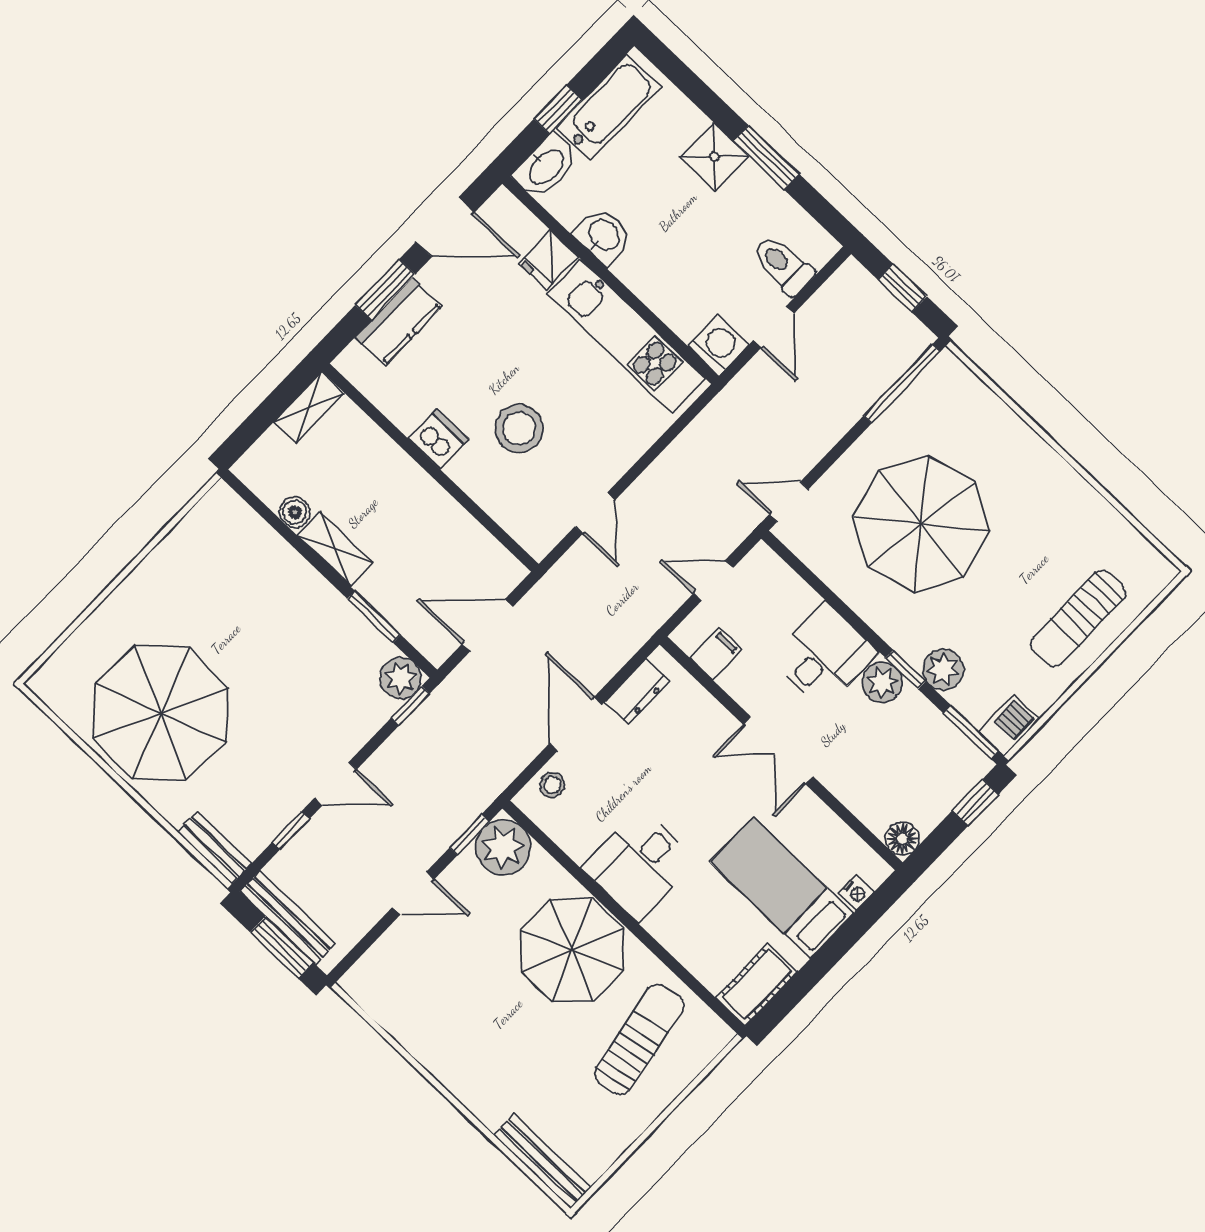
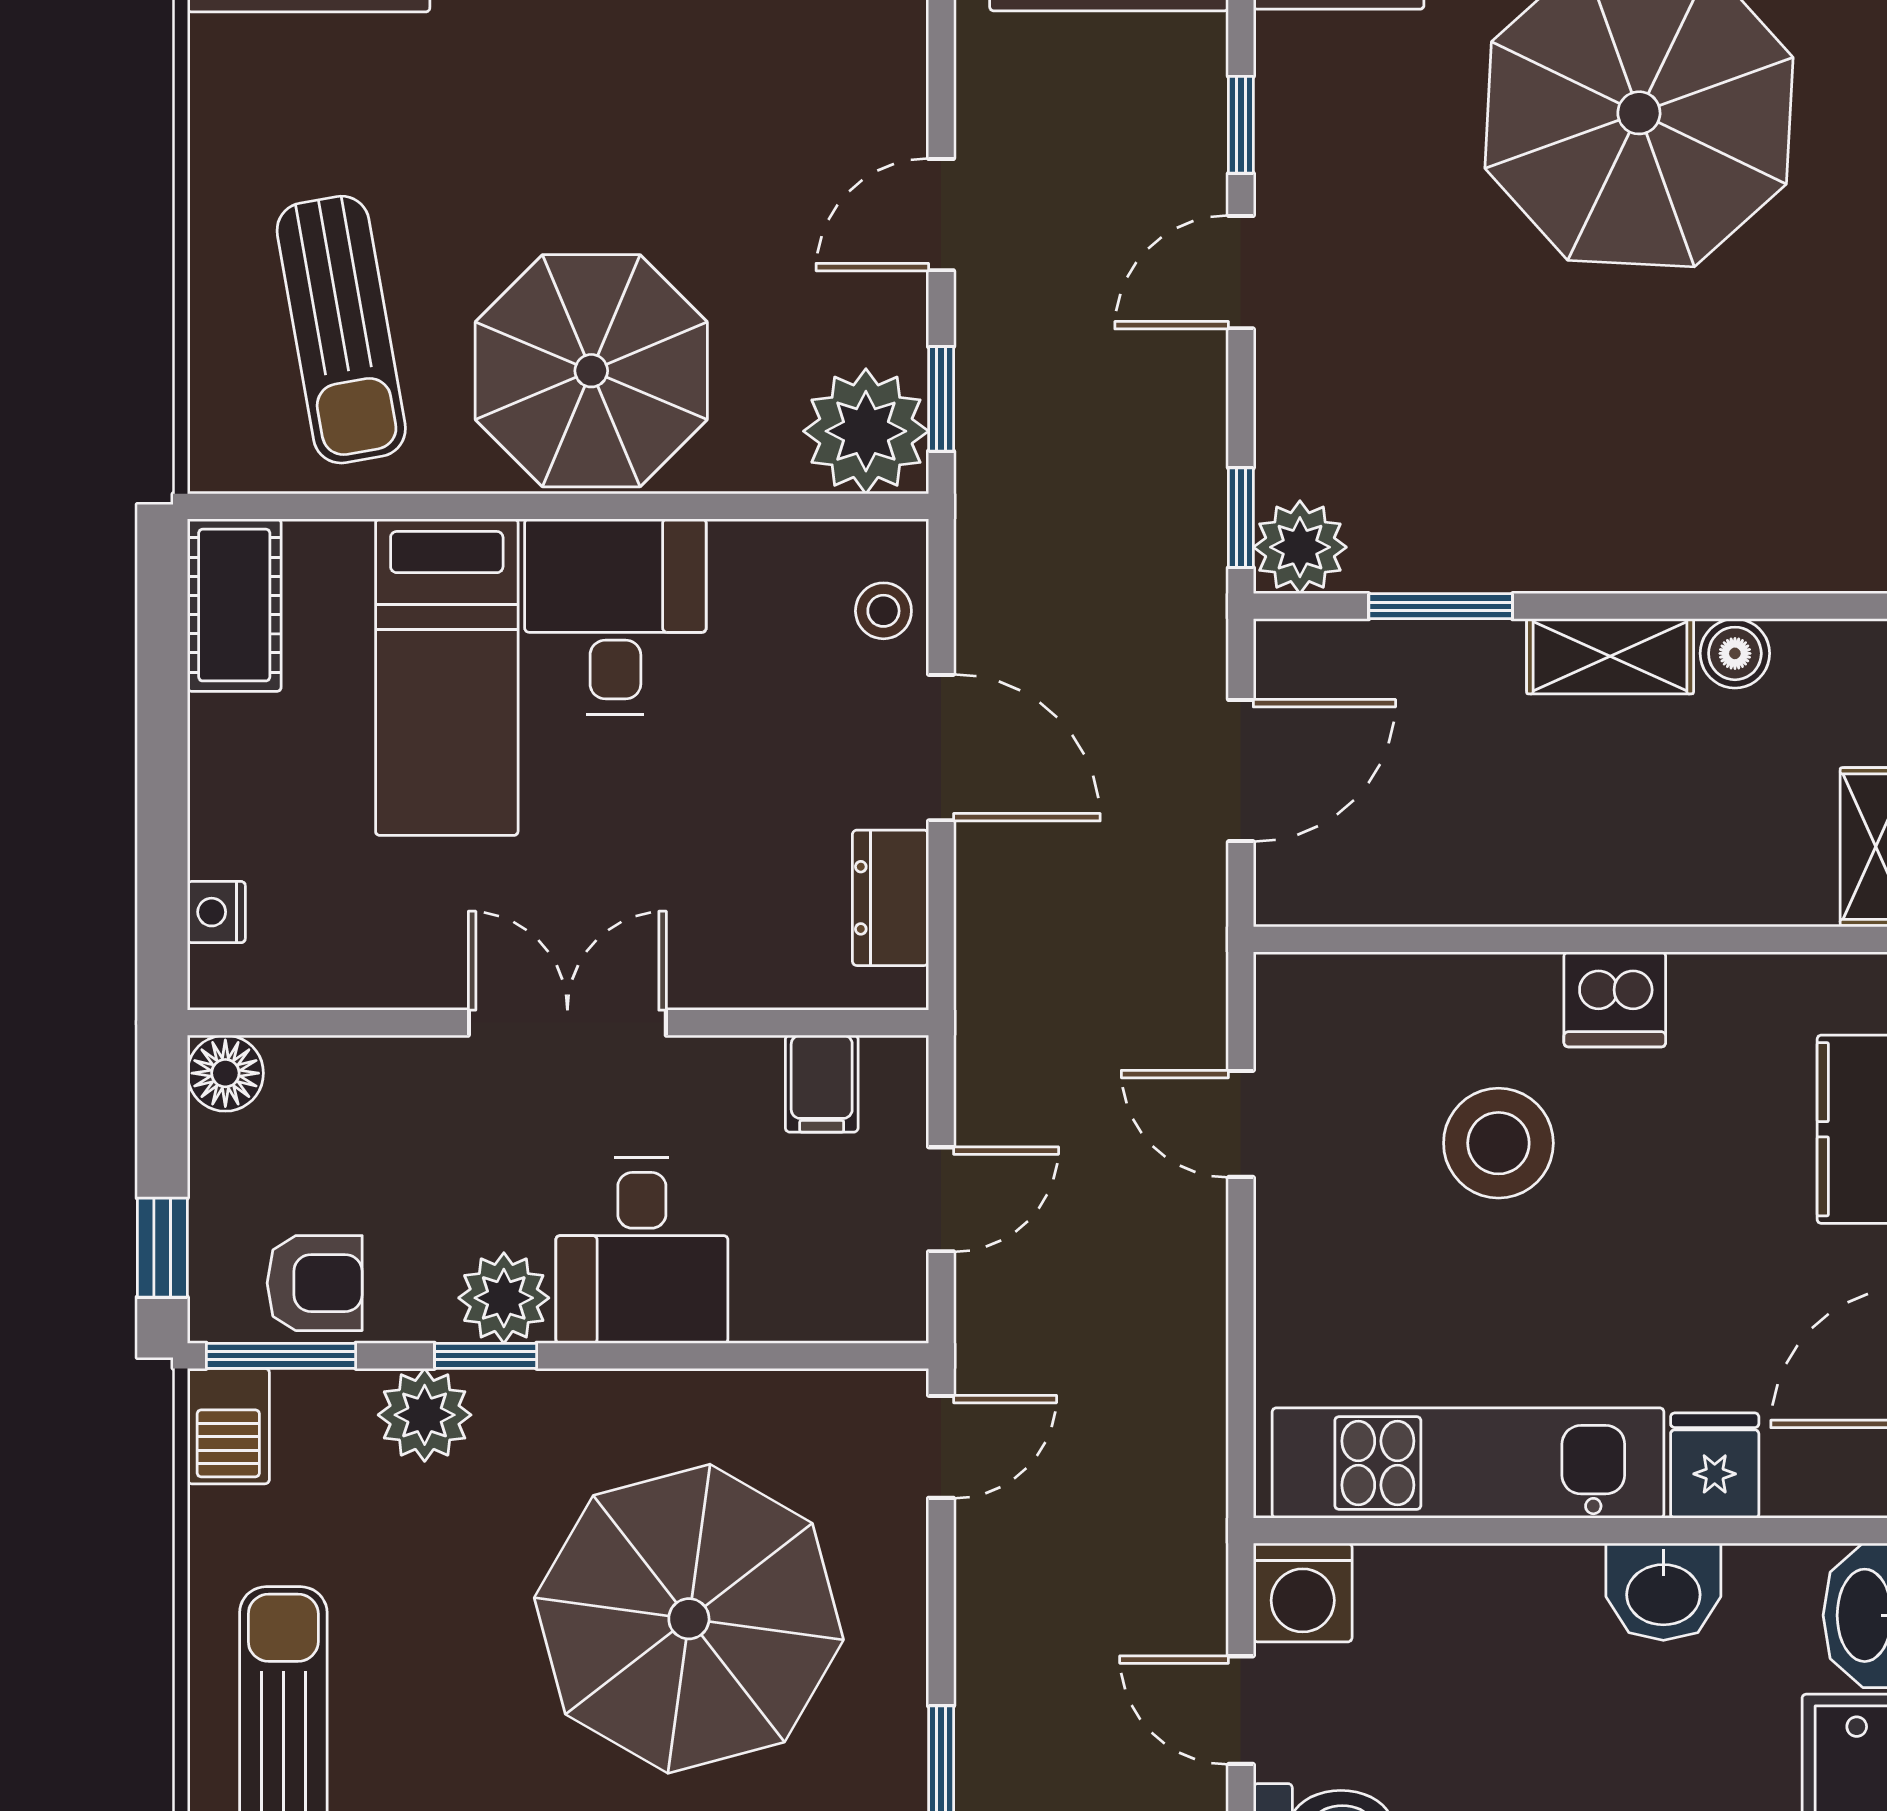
armchair: (938, 745) -> (315, 1283), added
bed: (782, 888) -> (447, 677), moved, turned 90

